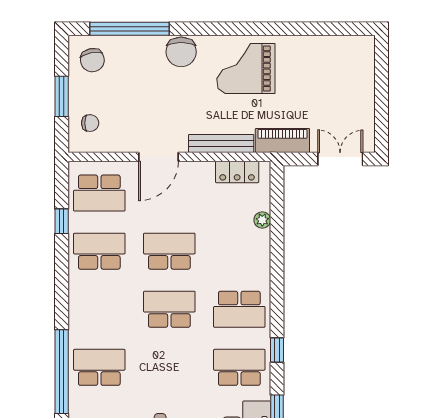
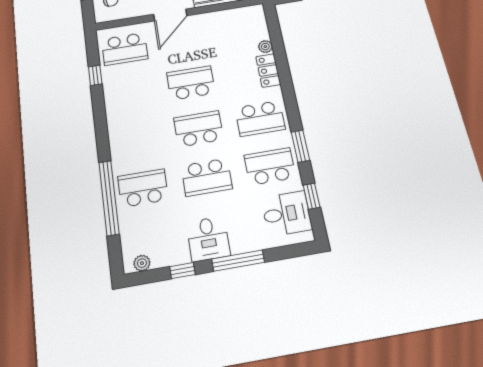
locker: (237, 172) -> (268, 70), moved, turned 90
school desk: (99, 251) -> (207, 177), moved, turned 180
window: (277, 350) -> (300, 146), width x1.50

